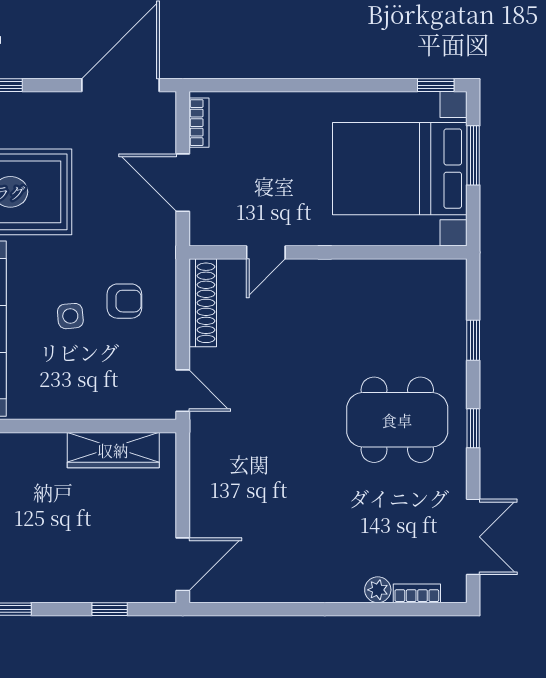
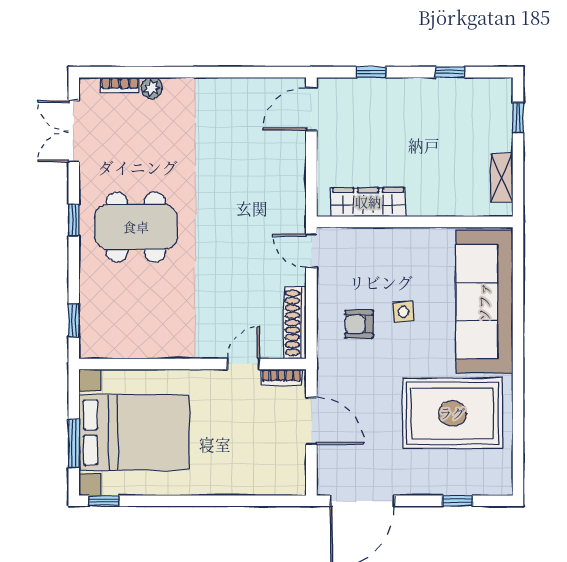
bookcase: (199, 123) -> (282, 377), moved, turned -90
window: (473, 340) -> (74, 321), moved

